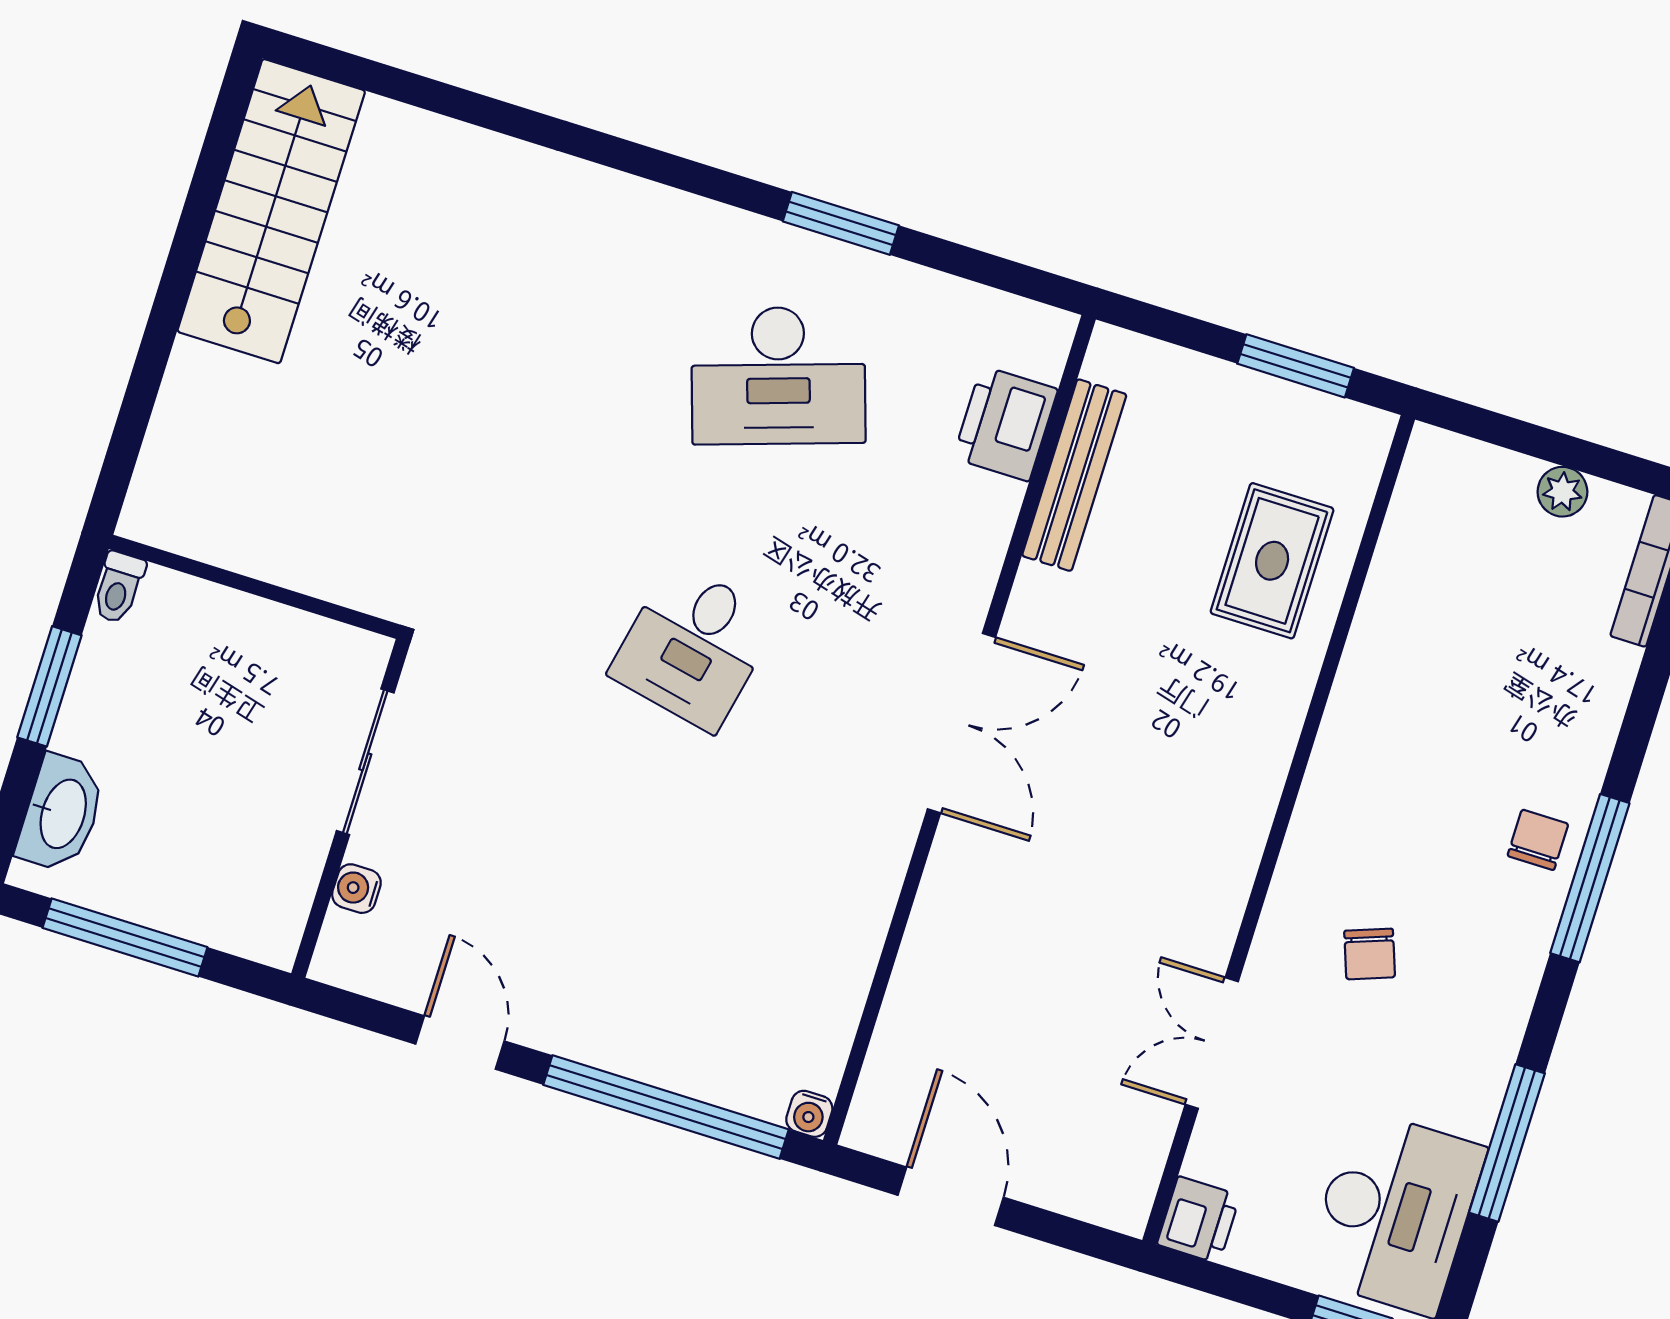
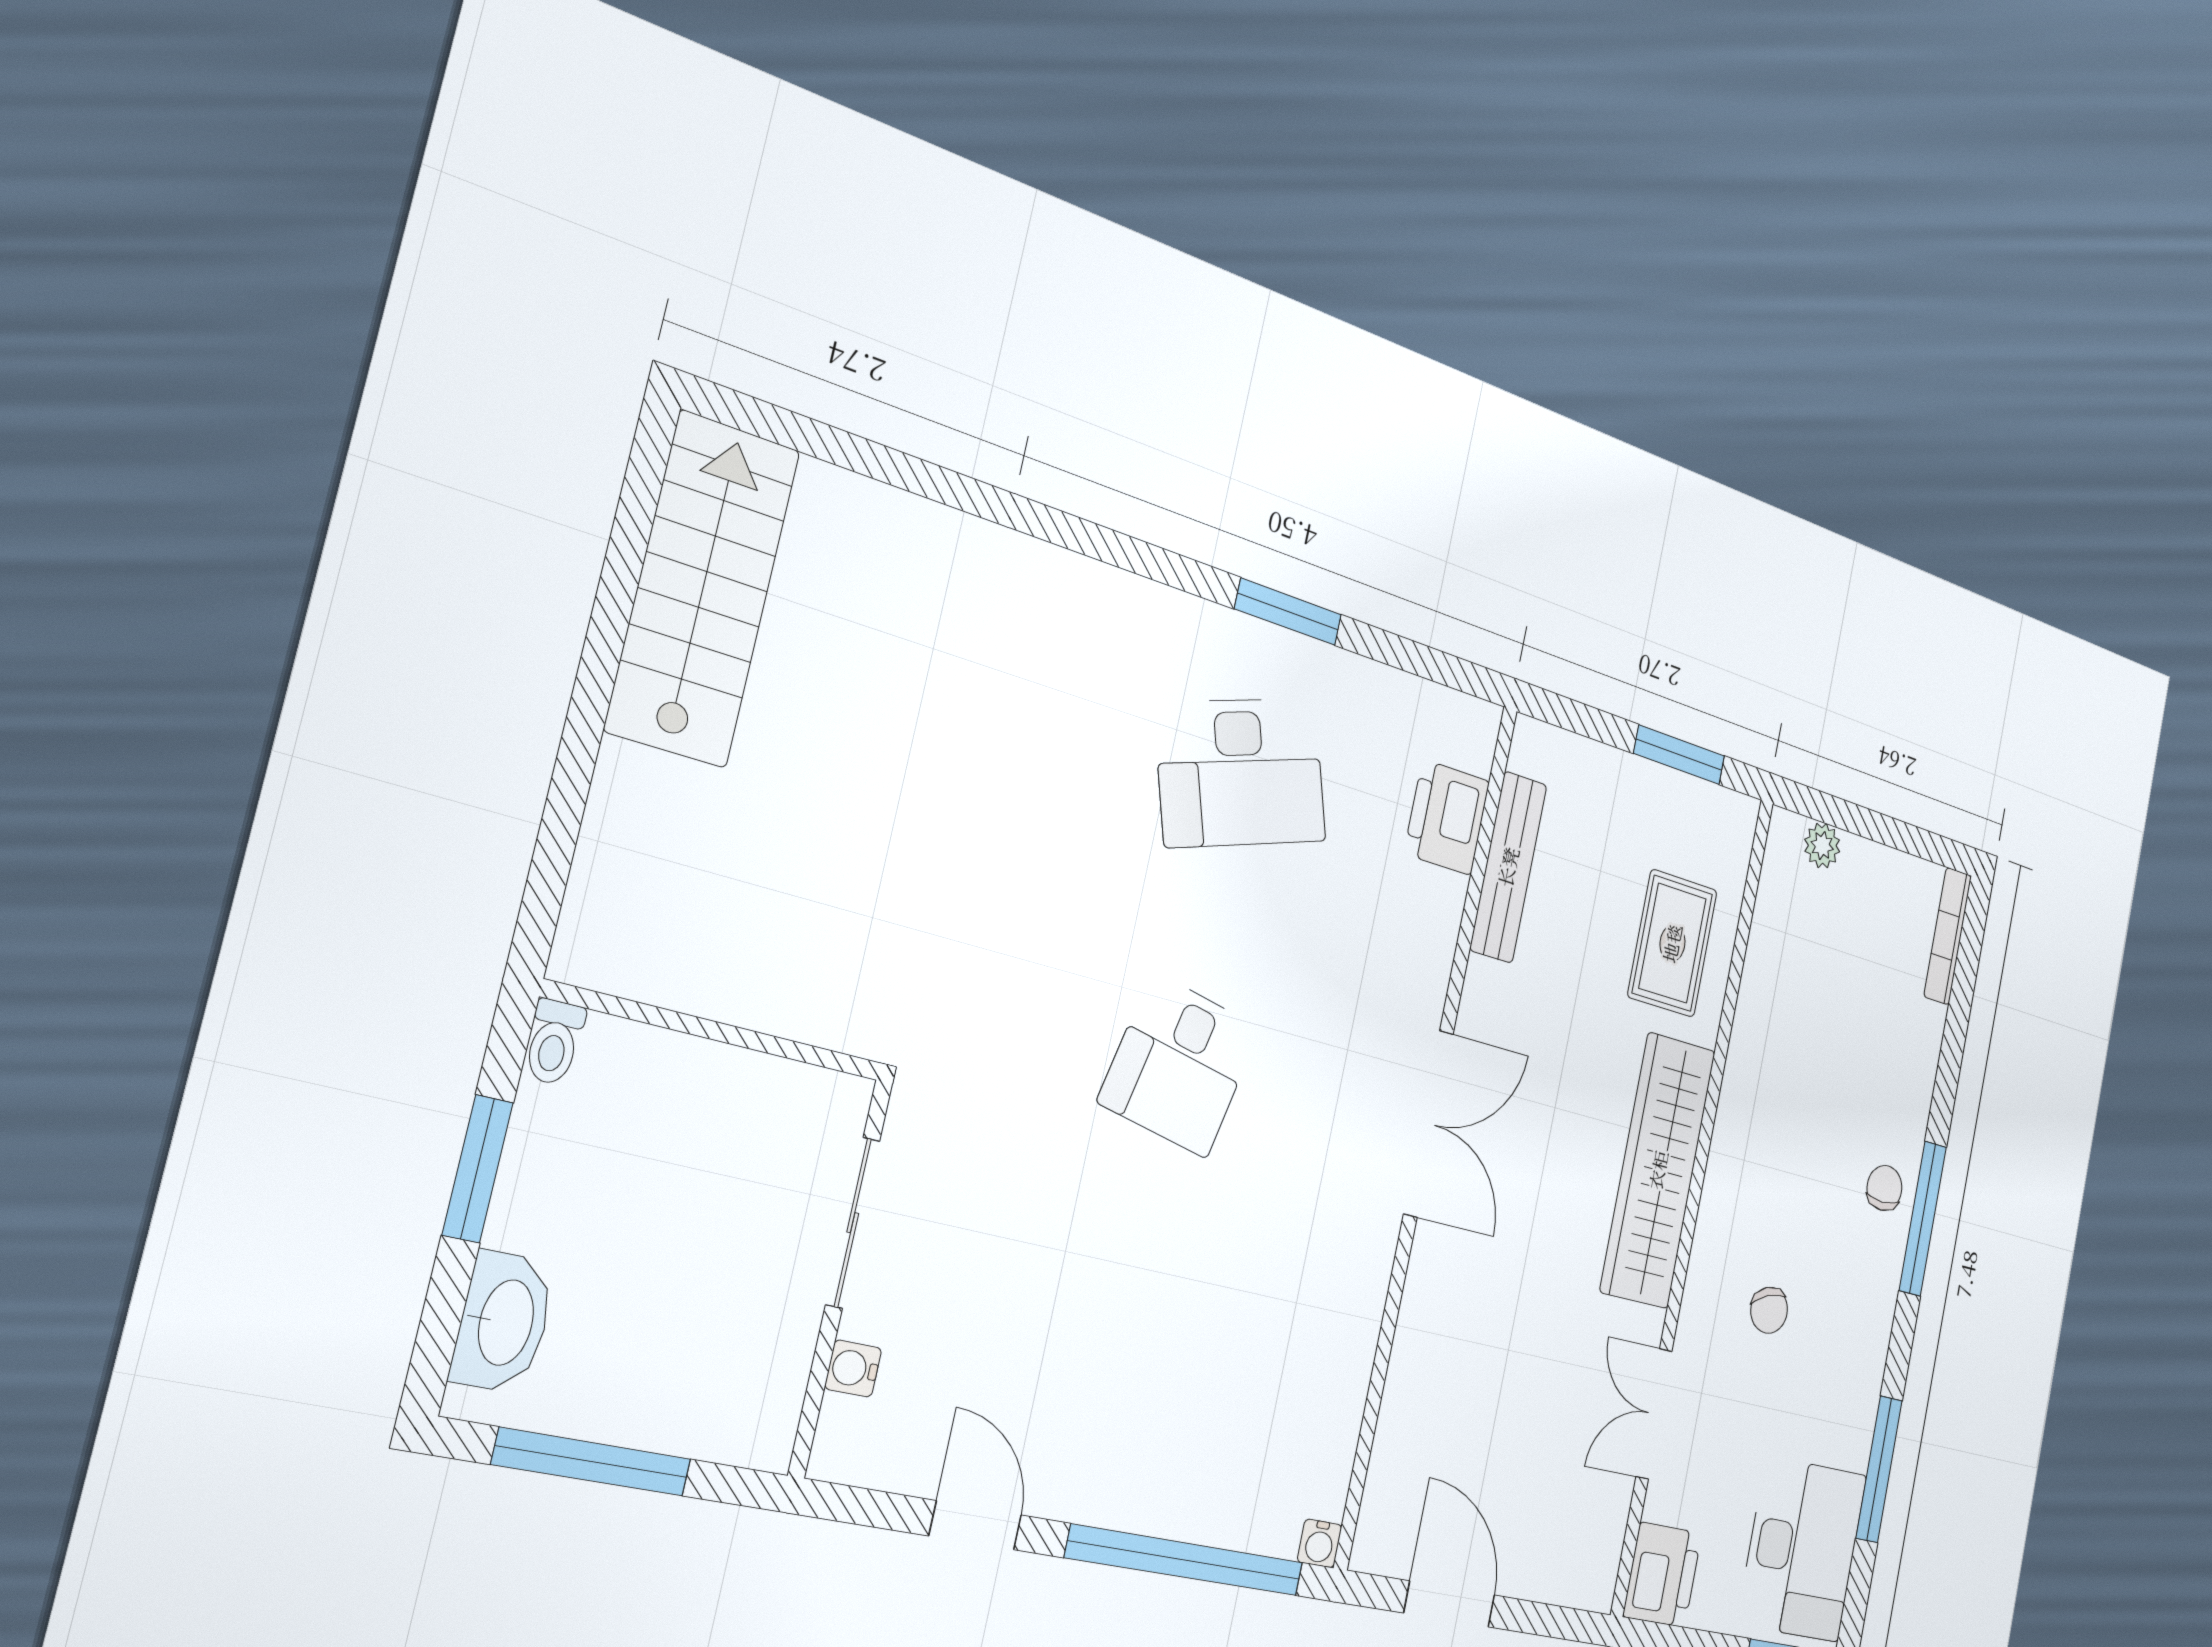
plant: (1562, 492) -> (1822, 846), moved
wardrobe: (1236, 794) -> (1658, 1170), added
printer: (1199, 1220) -> (1662, 1575), width x1.36, depth x1.24

